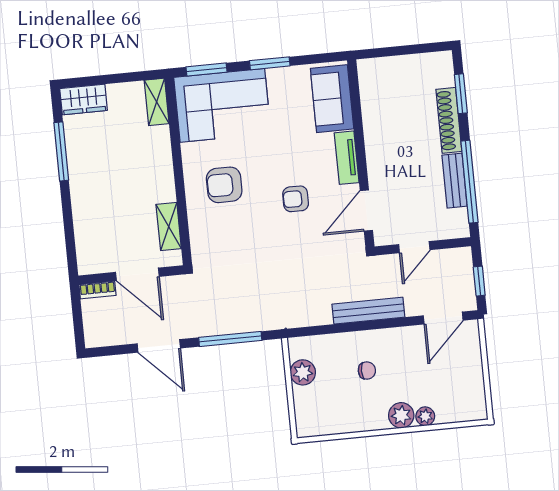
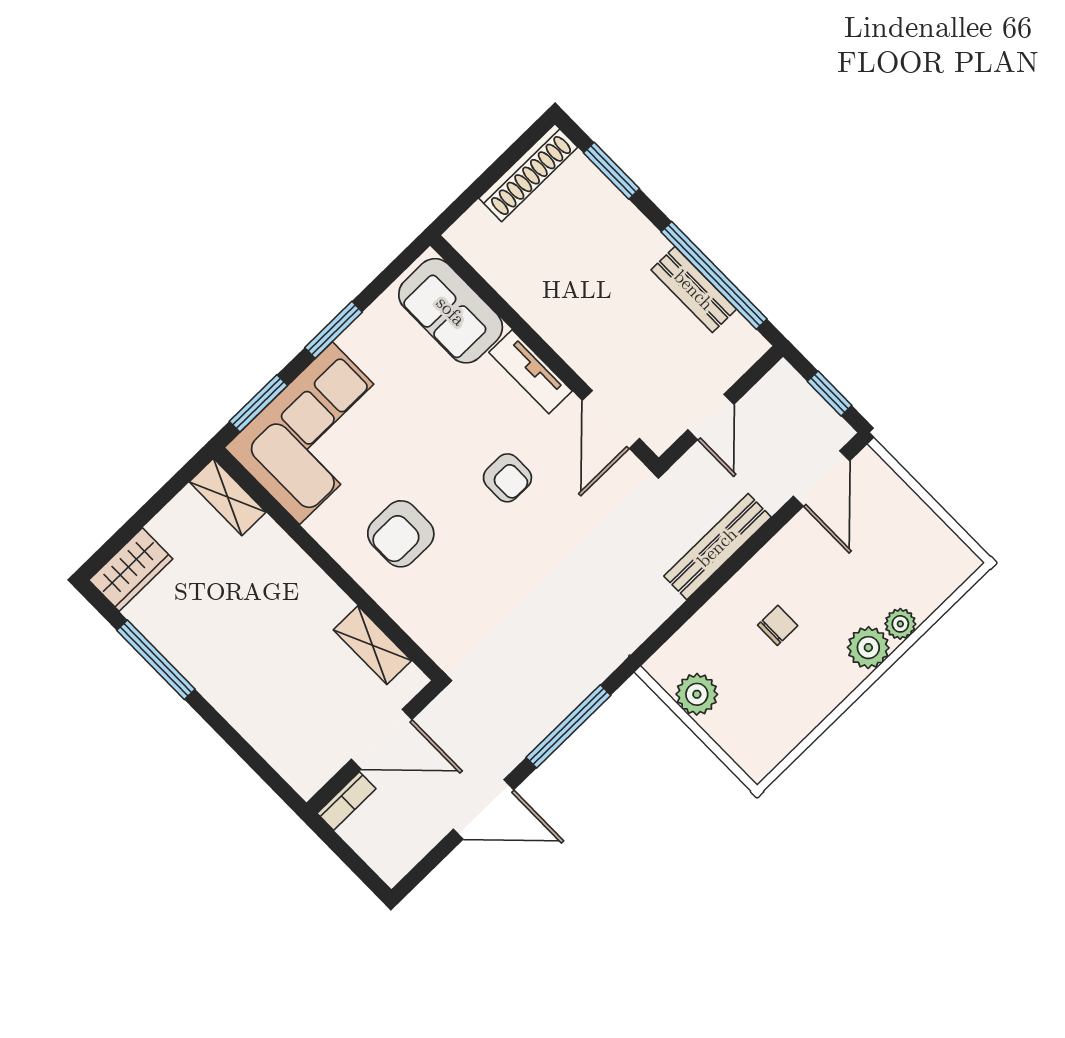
shoe rack: (449, 120) -> (528, 173), moved, turned -90
armchair: (296, 199) -> (507, 478), turned -90

